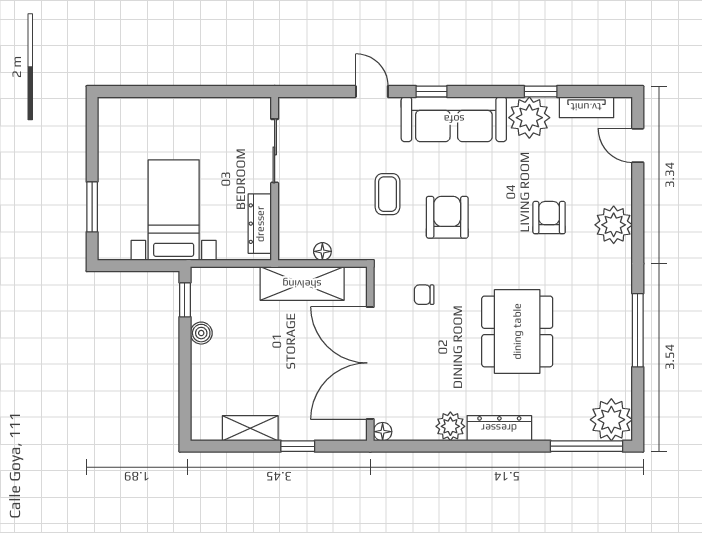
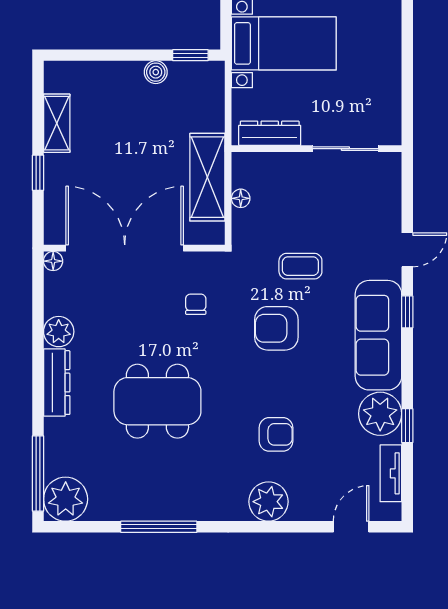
armchair: (447, 217) -> (276, 328), turned 180

